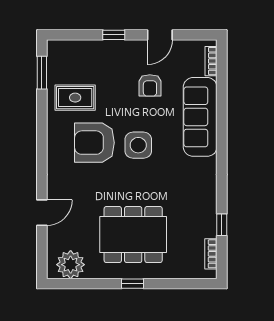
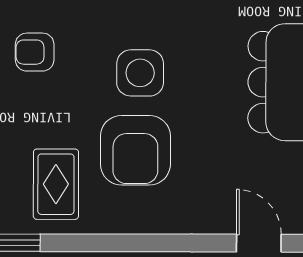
armchair: (150, 85) -> (35, 52), turned 180

